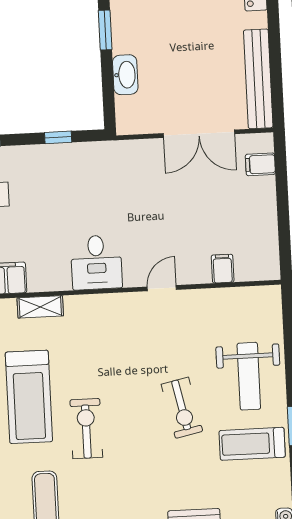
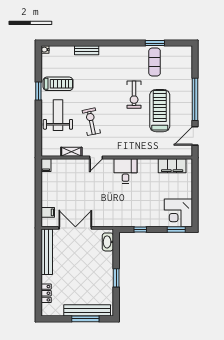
washbasin: (125, 75) -> (108, 242), moved
filing cabinet: (223, 269) -> (46, 165), moved
shelving: (40, 307) -> (71, 152), moved
exercise bike: (182, 408) -> (91, 122), moved

